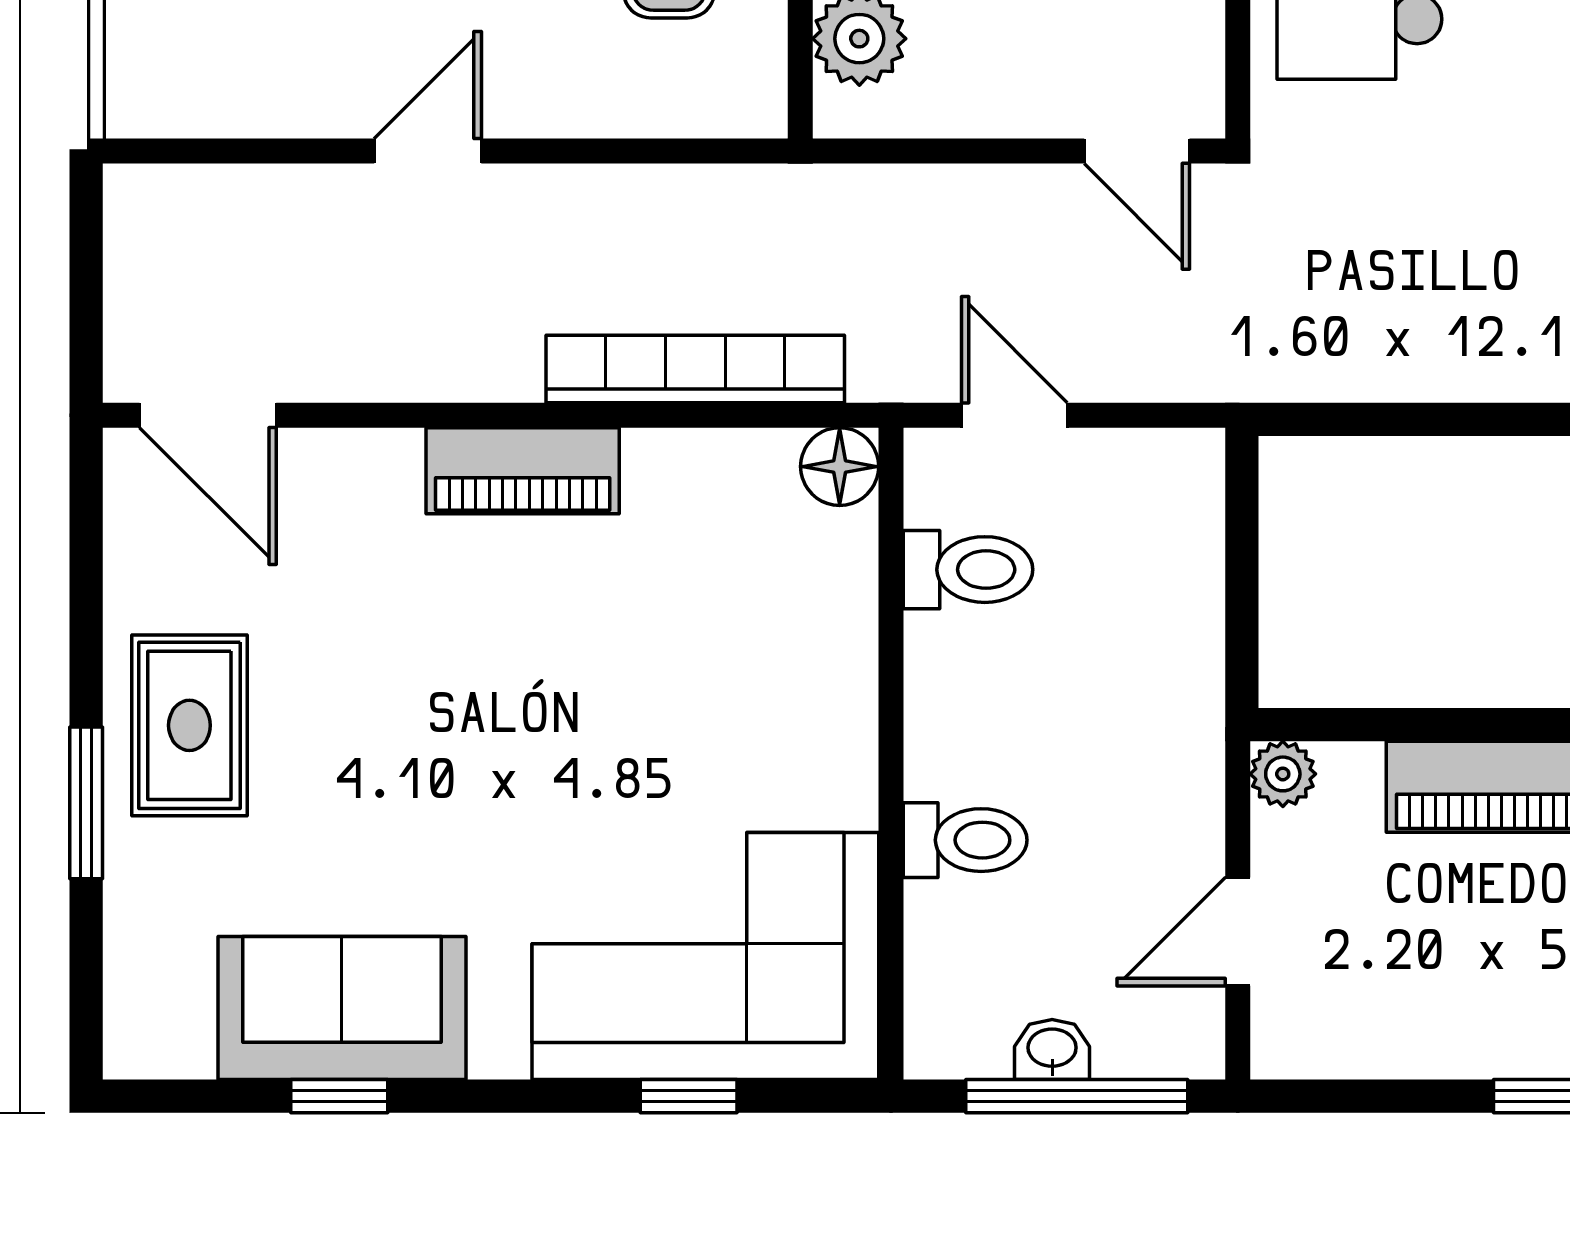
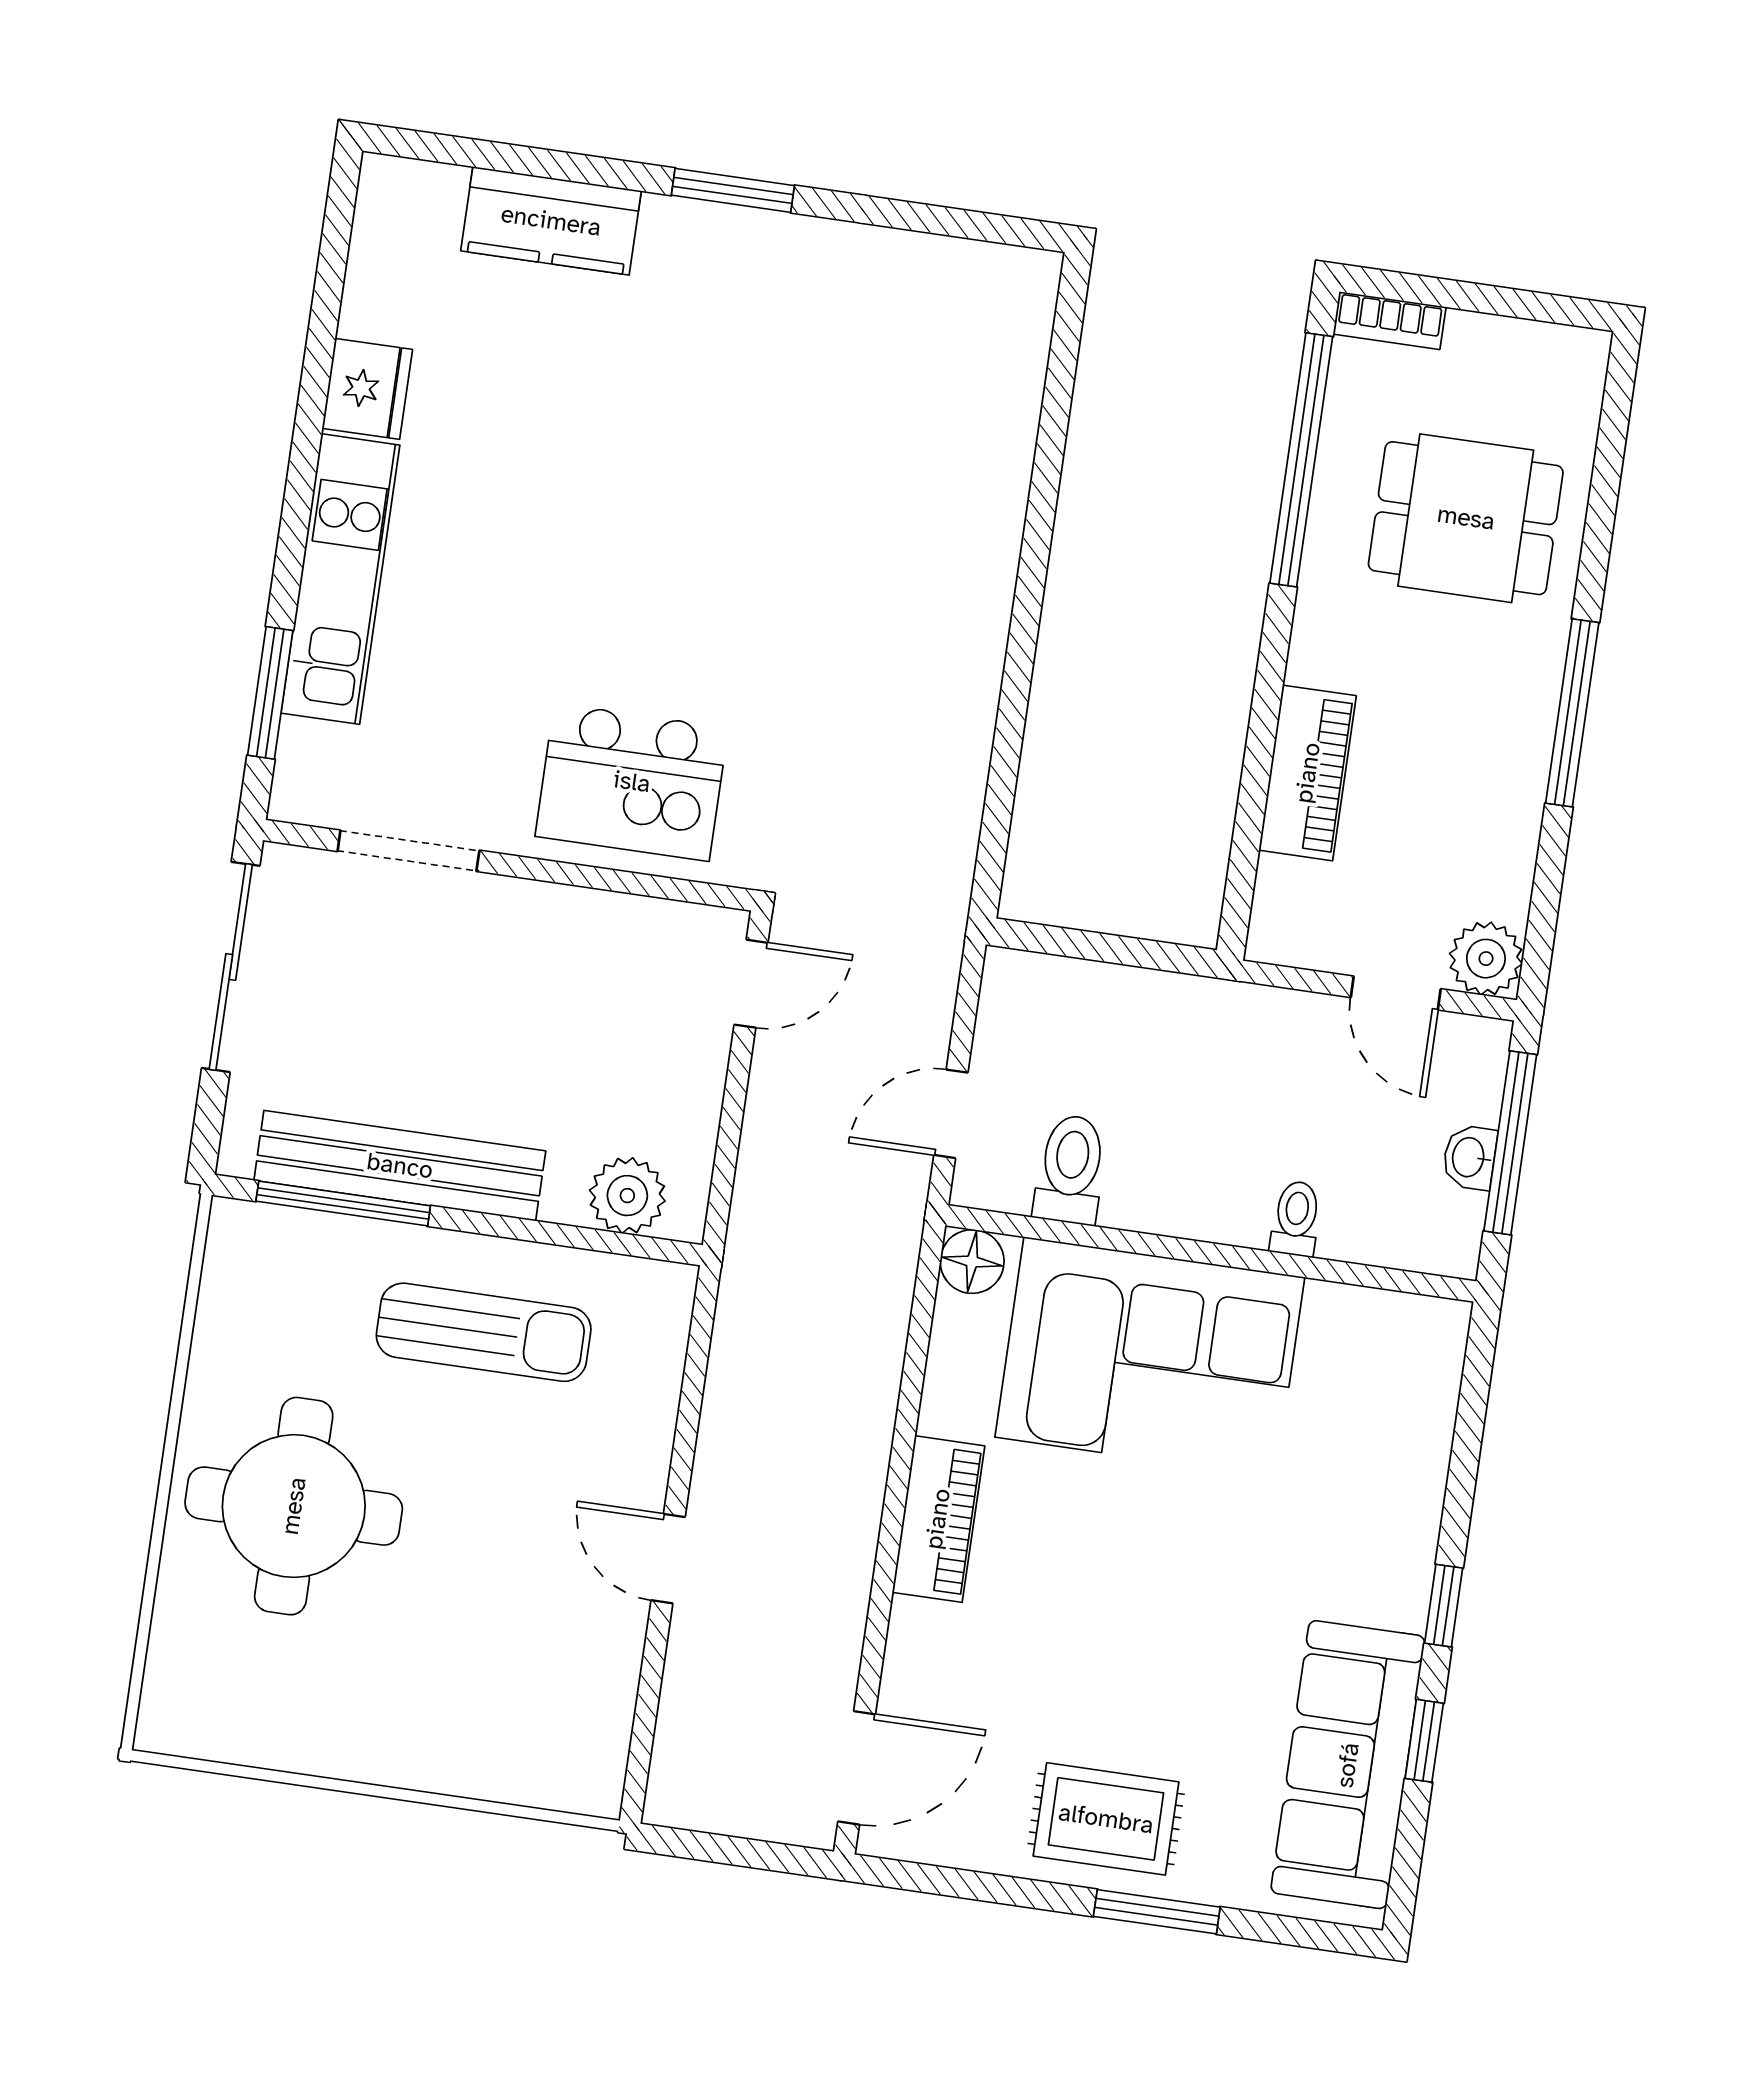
bookcase: (695, 369) -> (876, 1367), removed
plant: (1283, 774) -> (1486, 959), moved, width x1.38, depth x1.38
toilet: (965, 840) -> (1296, 1219), width x0.73, depth x0.72
corner sofa: (705, 956) -> (1150, 1357), moved, turned -90
sofa: (342, 1008) -> (1348, 1765), width x1.36
window: (689, 1096) -> (1444, 1606), moved

